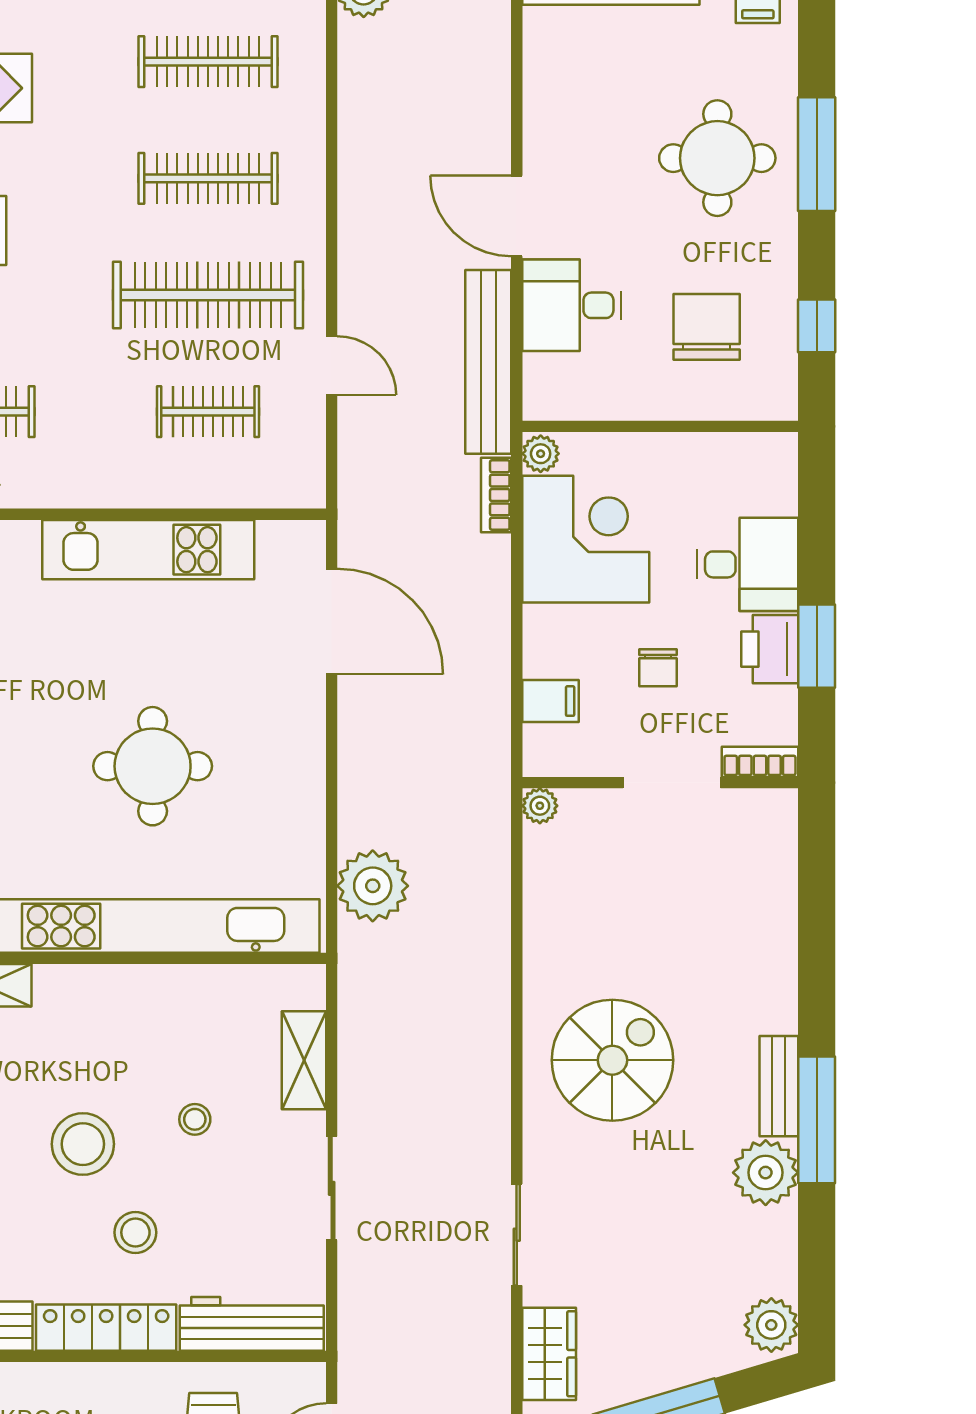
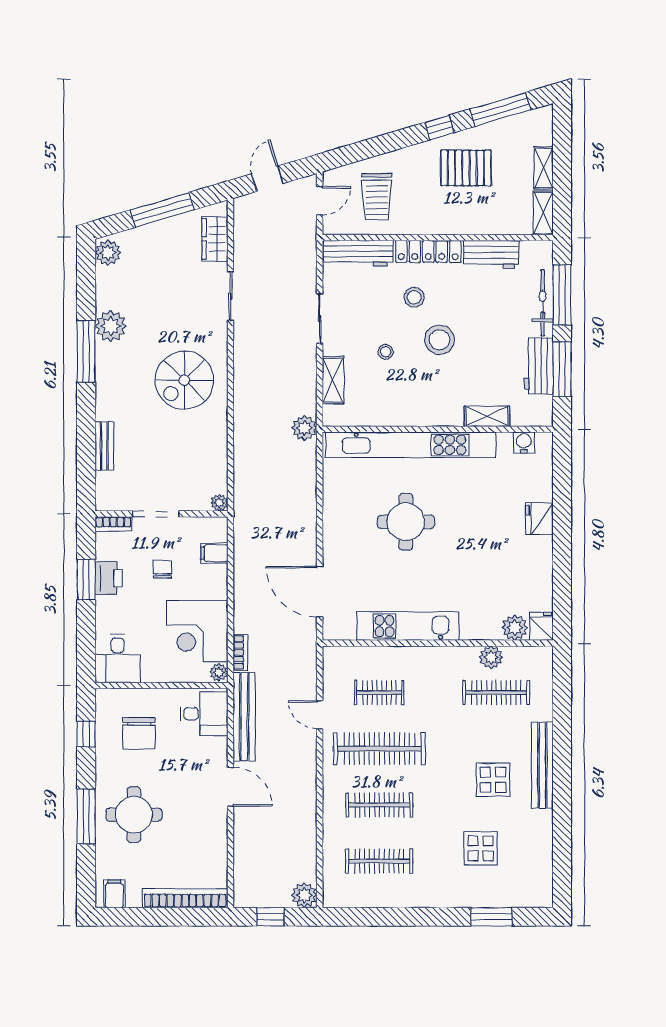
desk: (572, 305) -> (204, 714), moved
desk: (748, 564) -> (118, 658), moved, turned -90
plant: (373, 886) -> (304, 428), moved, width x0.73, depth x0.73
bench: (779, 1086) -> (104, 446), moved

